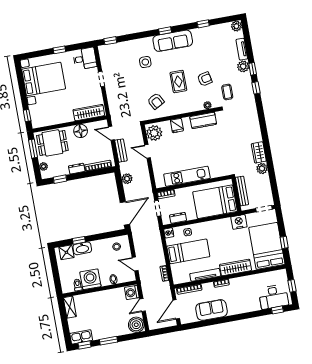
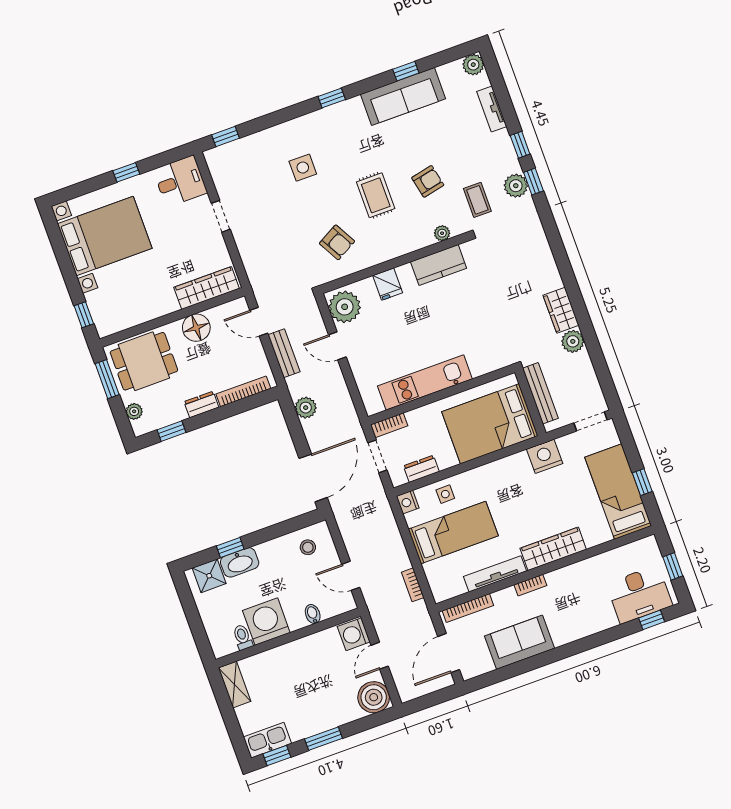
sofa: (173, 41) -> (403, 97), moved
plant: (243, 66) -> (516, 186), moved
bed: (267, 246) -> (618, 492), width x0.67

